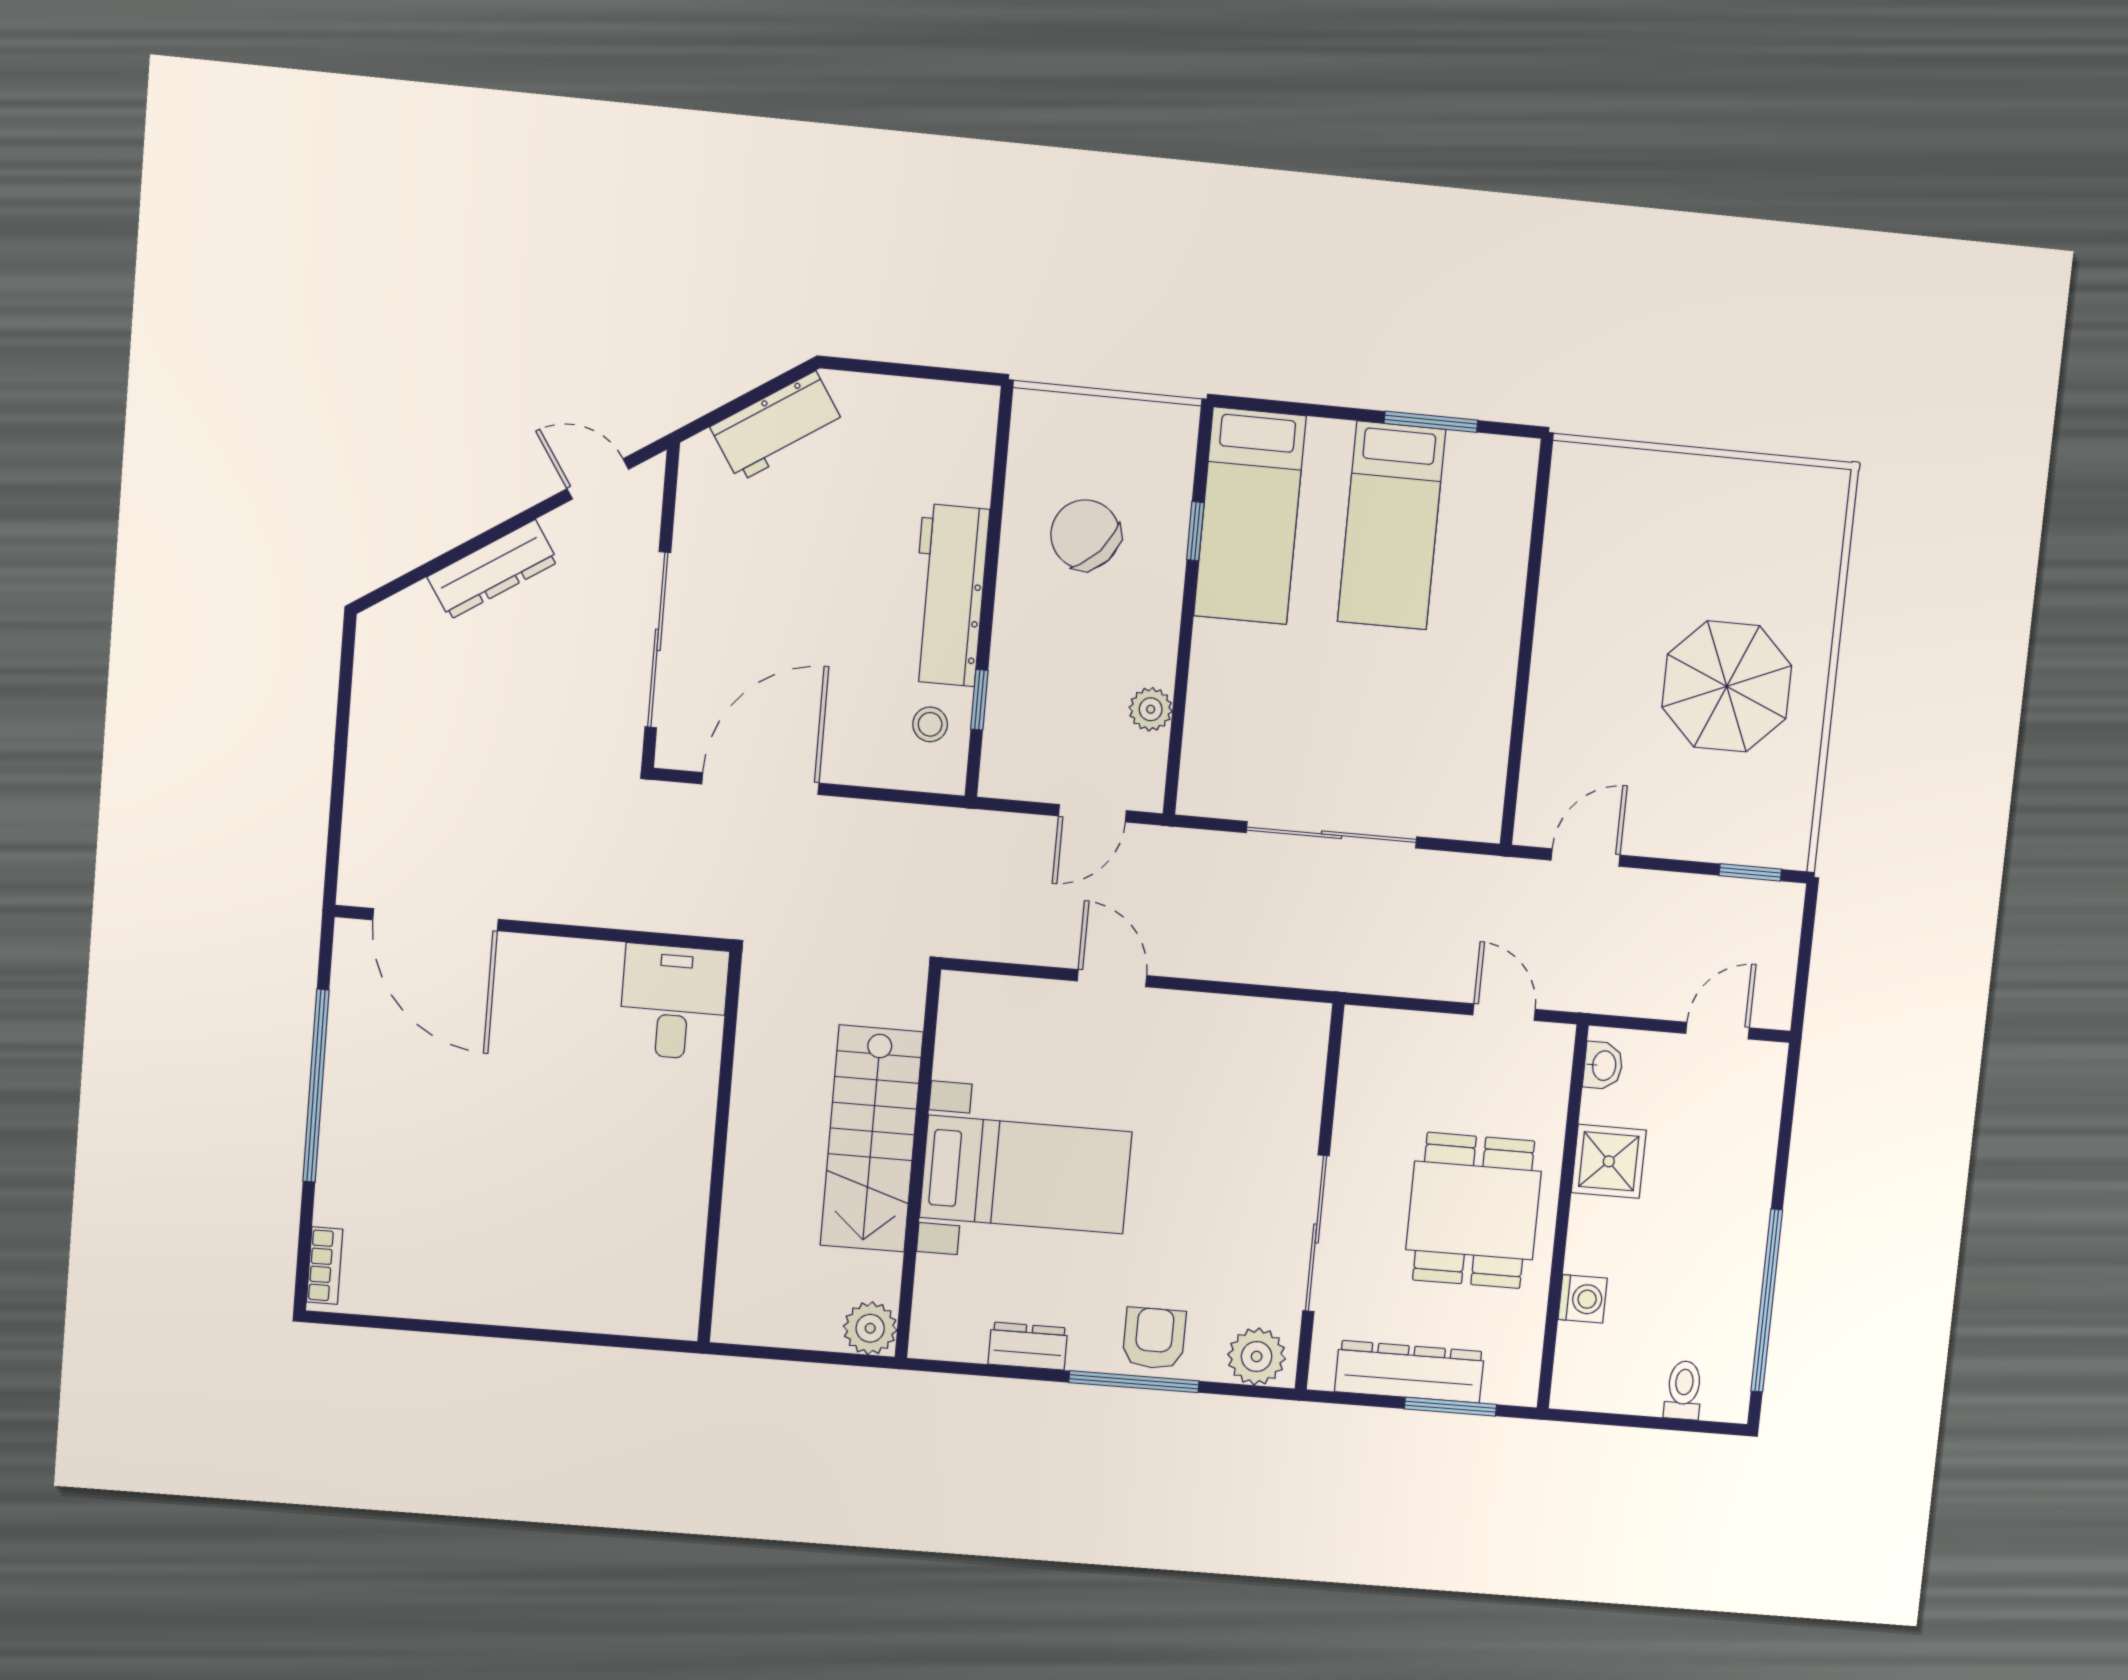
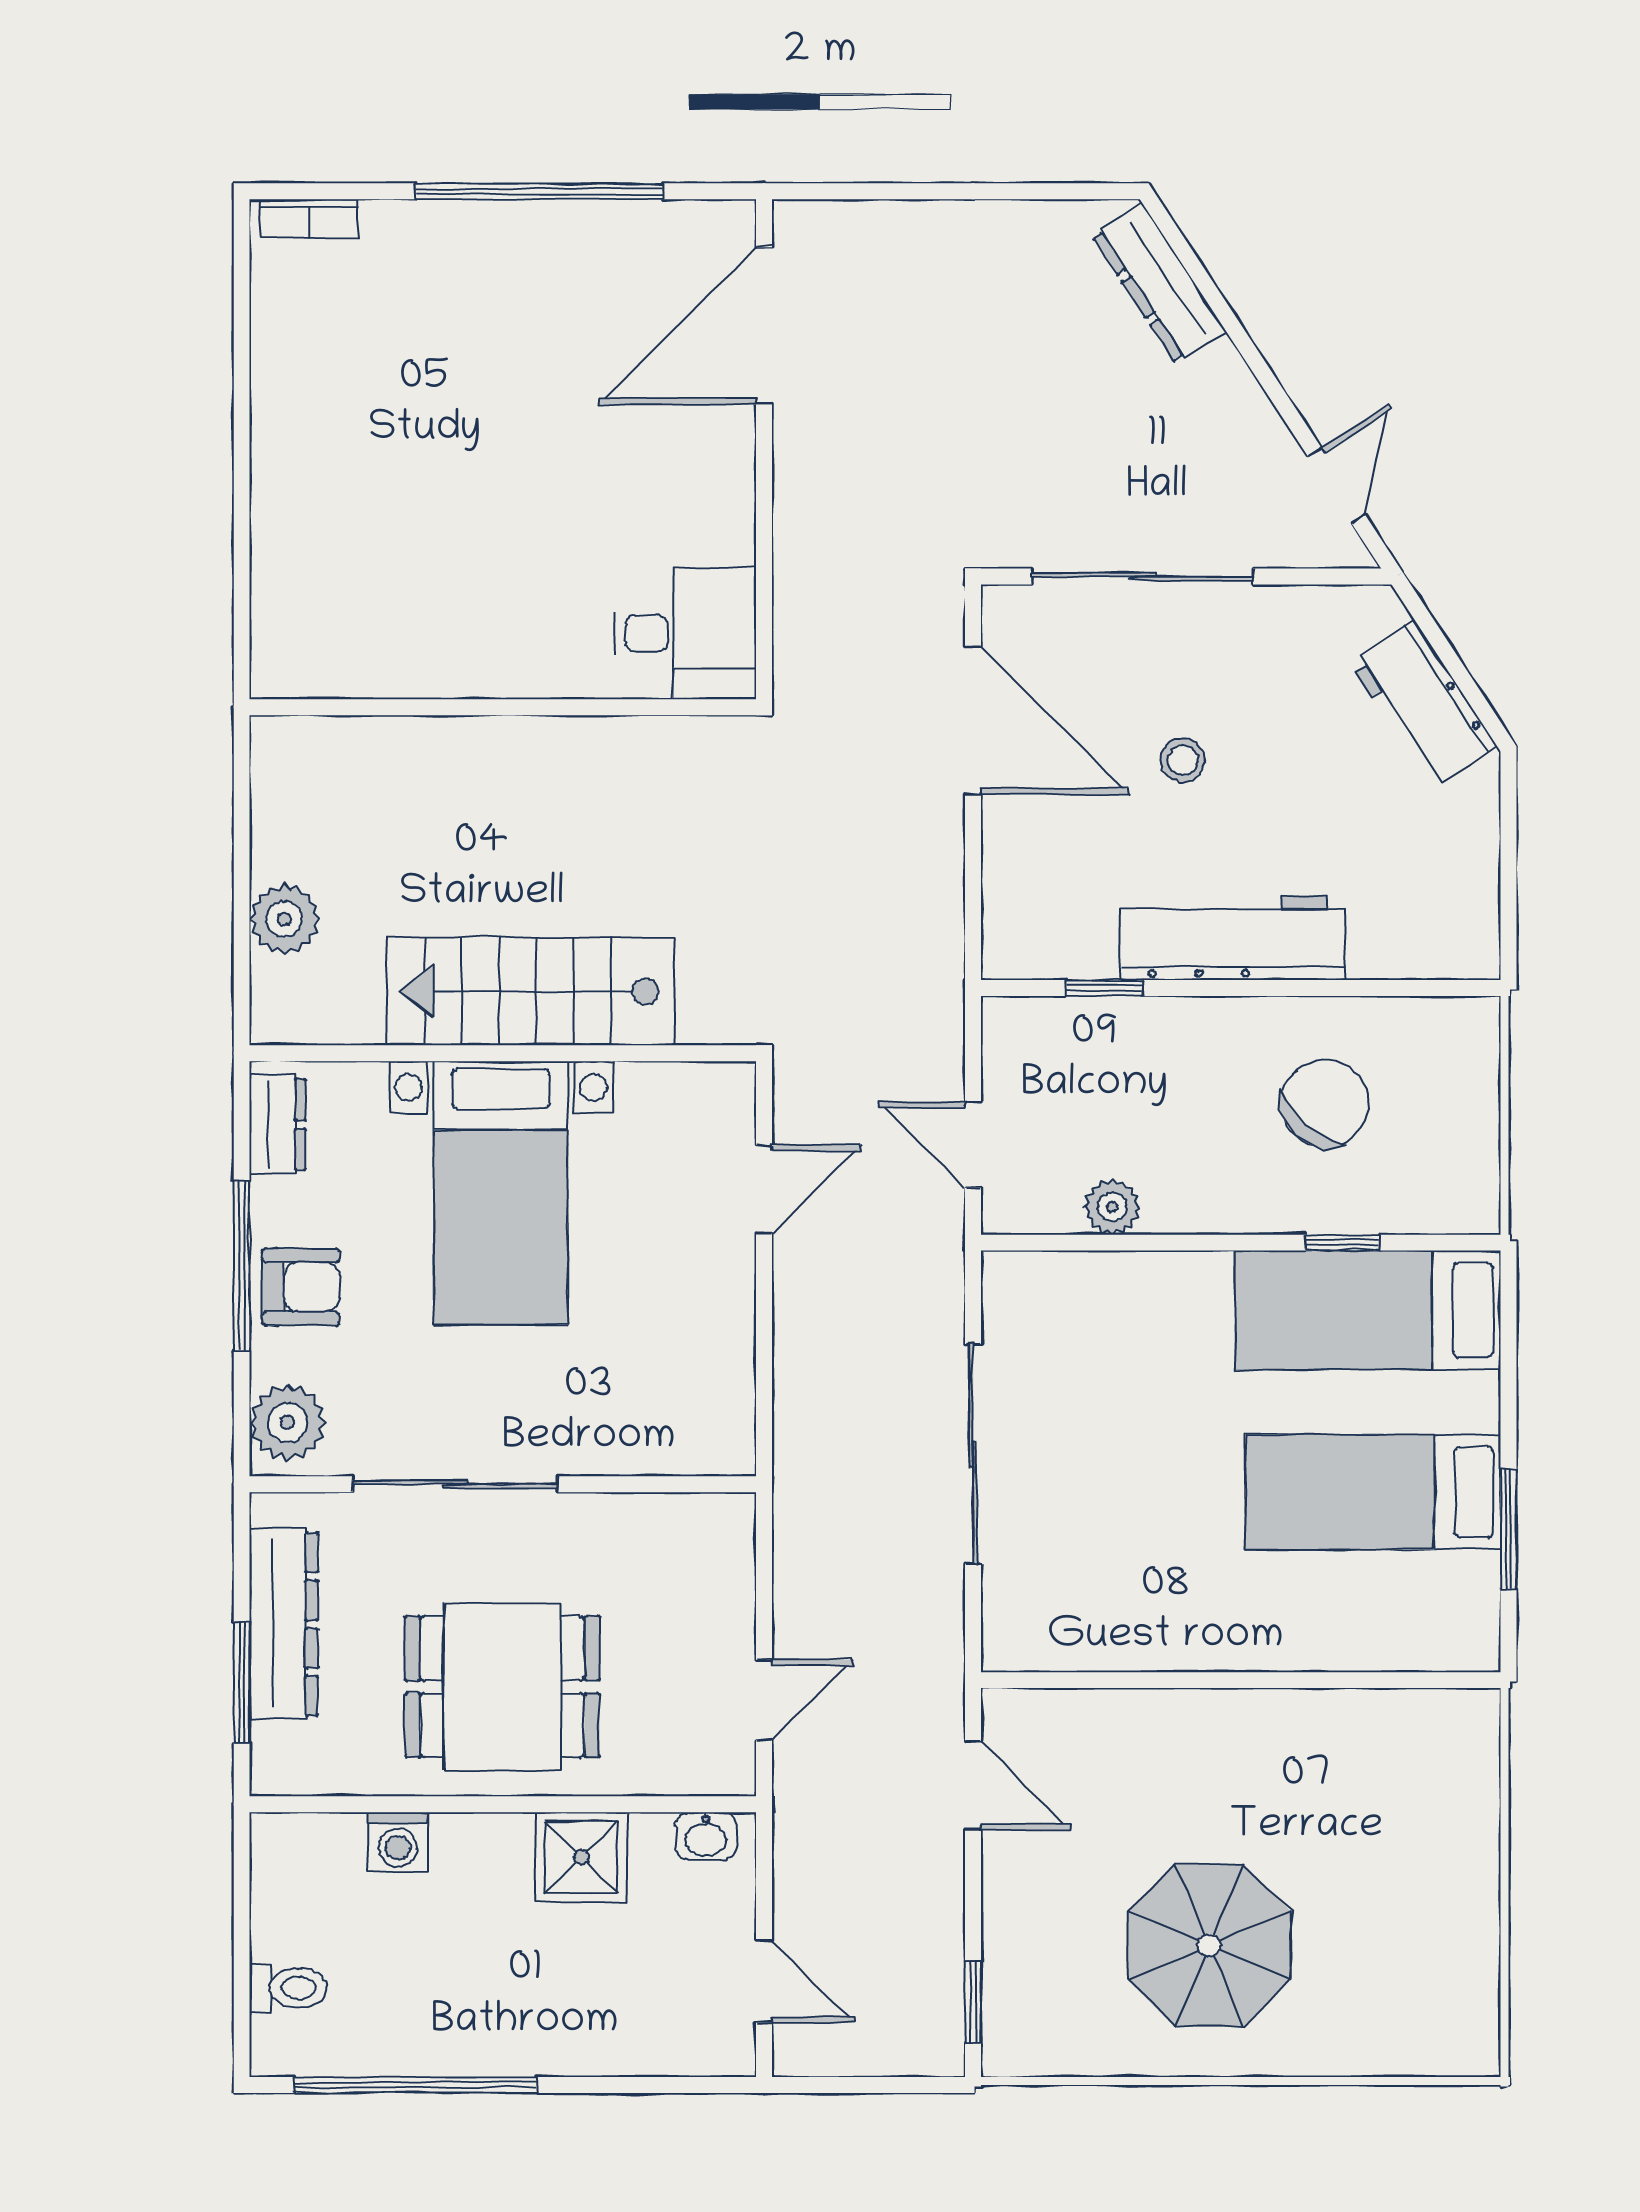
dresser: (493, 570) -> (1159, 284), moved
stool: (930, 724) -> (1183, 760), moved
stairs: (872, 1139) -> (531, 991), moved
wall: (918, 1164) -> (503, 1053), moved
bed with nightstands: (1026, 1175) -> (501, 1193), moved

